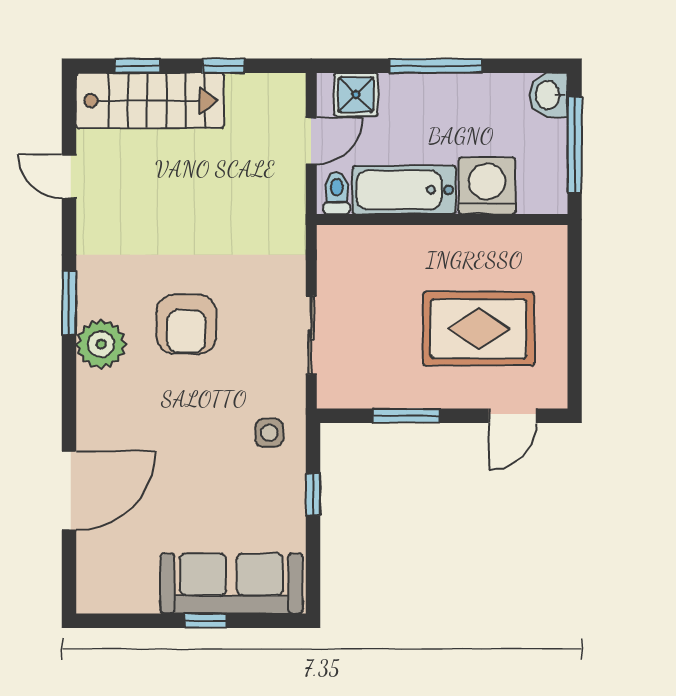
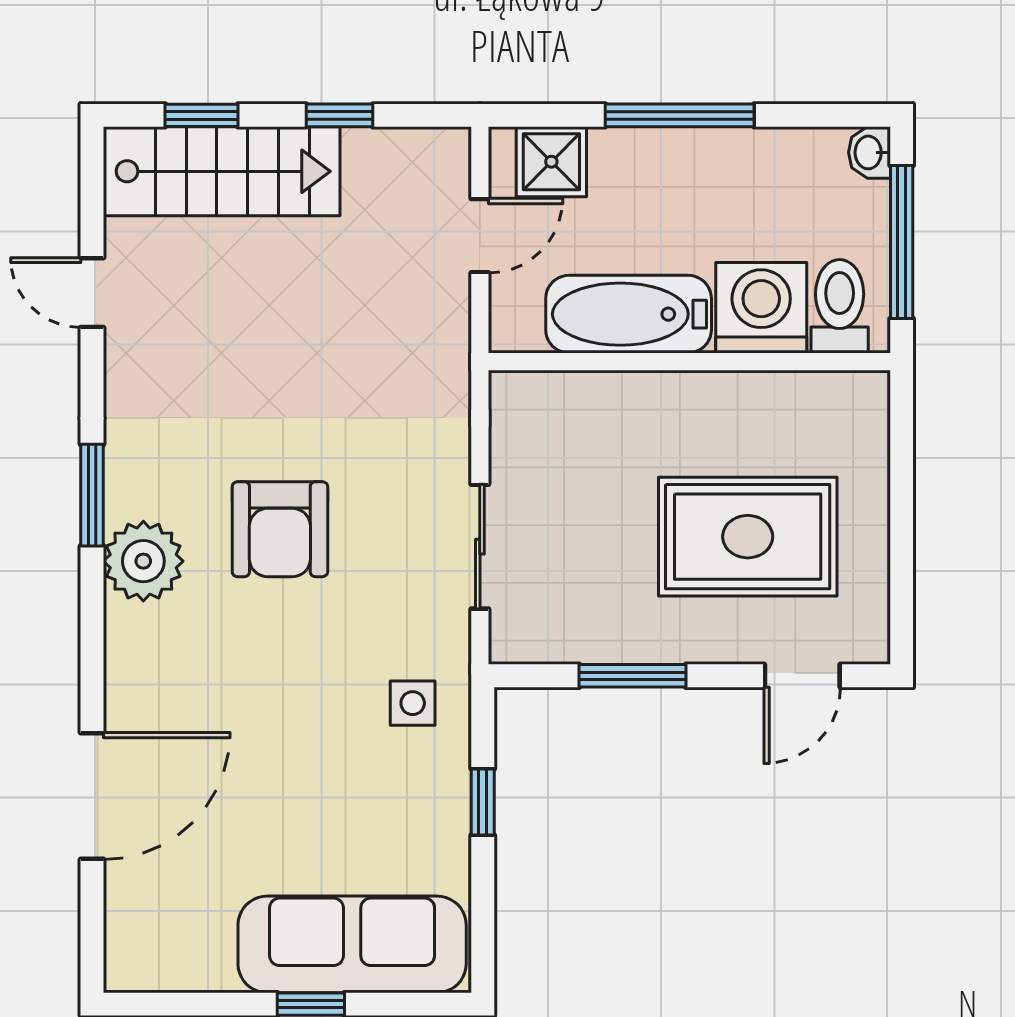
washbasin: (549, 95) -> (869, 152), width x0.72, depth x0.69
toilet: (337, 193) -> (840, 306), moved, width x1.37, depth x1.39

